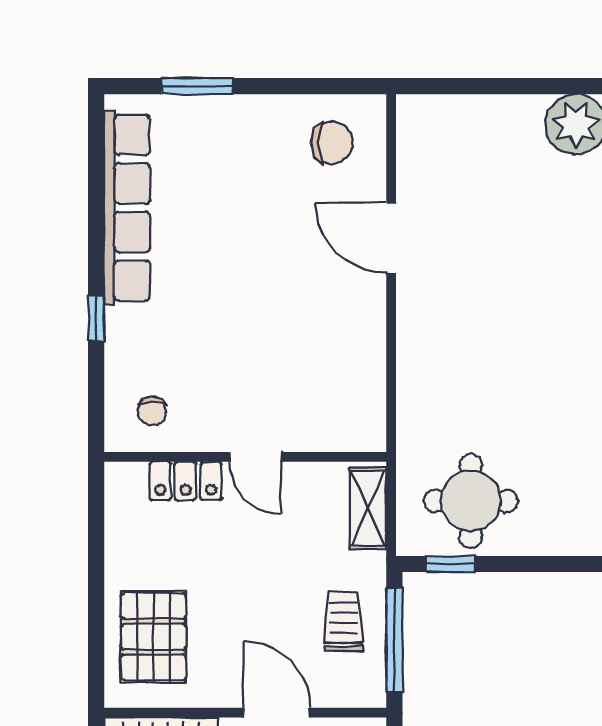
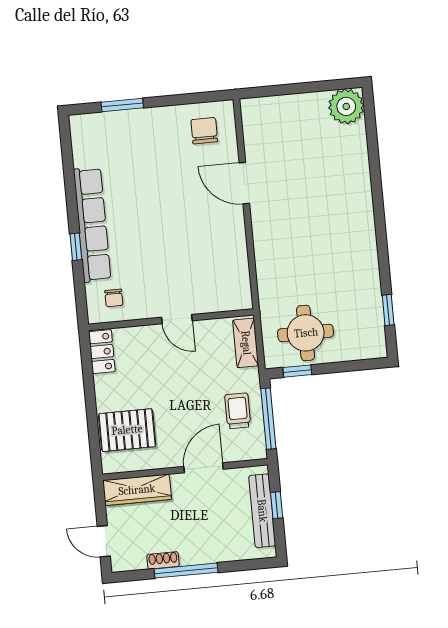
chair: (332, 143) -> (204, 131), turned -90
row of seats: (127, 208) -> (92, 225), moved
locker: (186, 481) -> (102, 352), moved, turned -90
pallet: (153, 637) -> (127, 430), turned 90
door: (277, 713) -> (203, 468), hinge flipped

